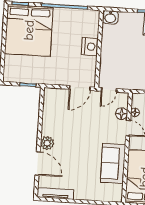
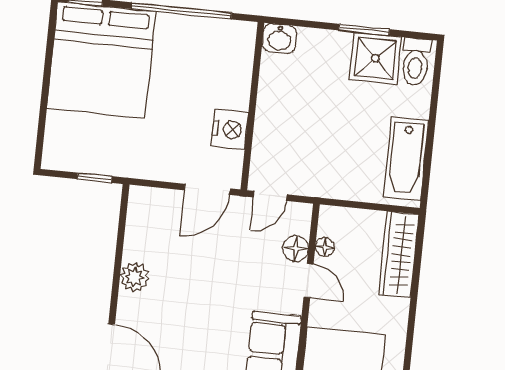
nightstand: (90, 47) -> (230, 130), moved
plant: (47, 143) -> (135, 277), moved

